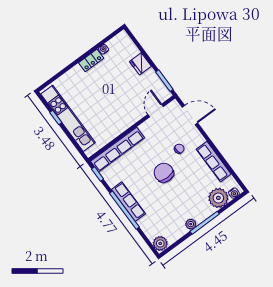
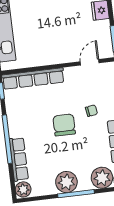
row of seats: (128, 202) -> (19, 159), moved
plant: (191, 224) -> (66, 182), width x1.88, depth x1.88

